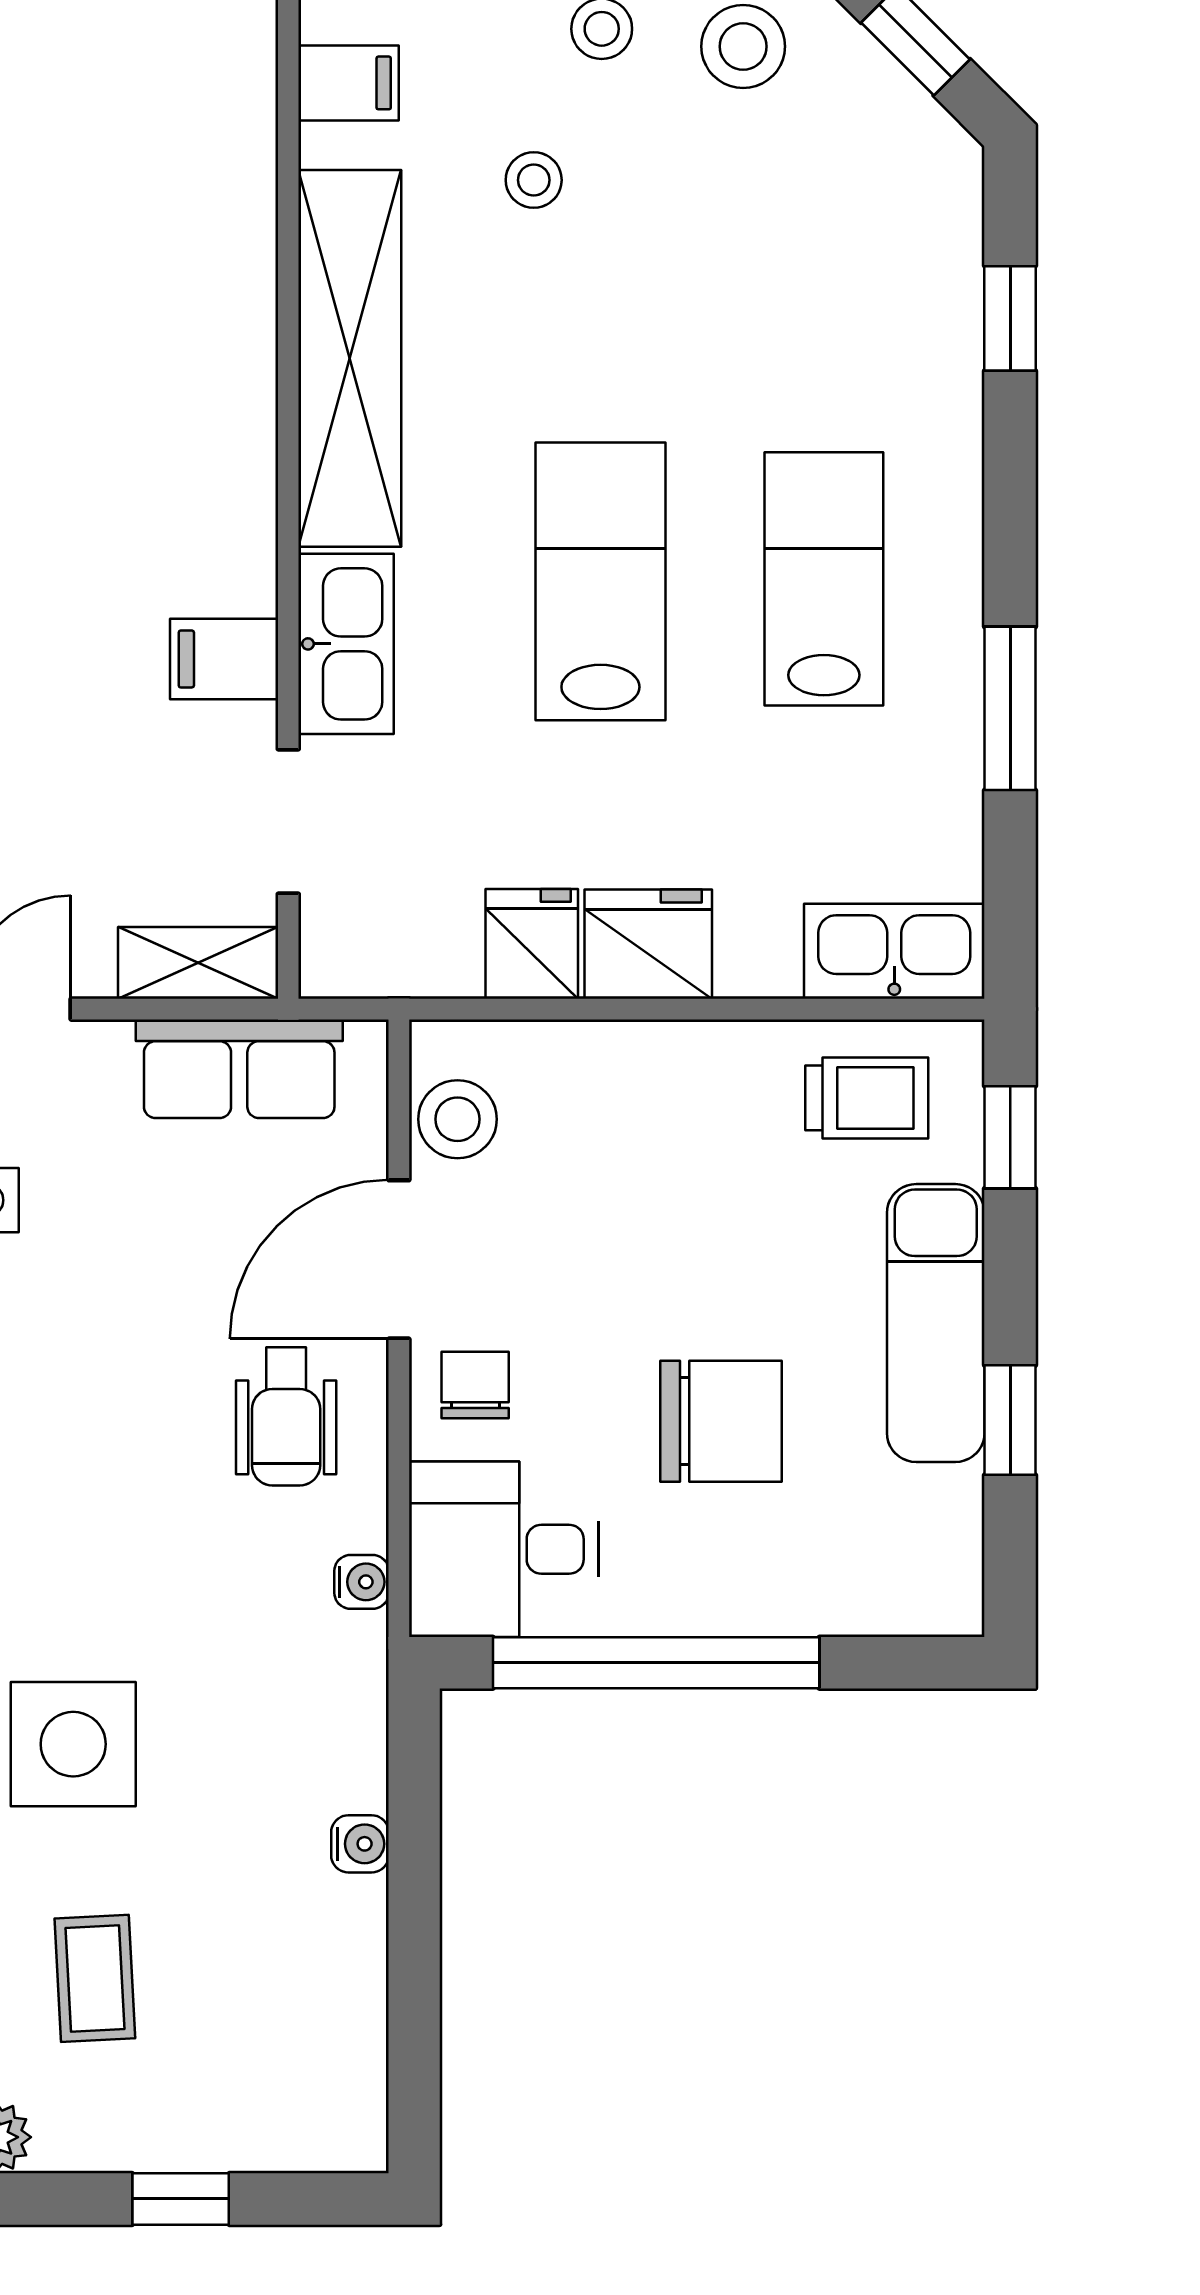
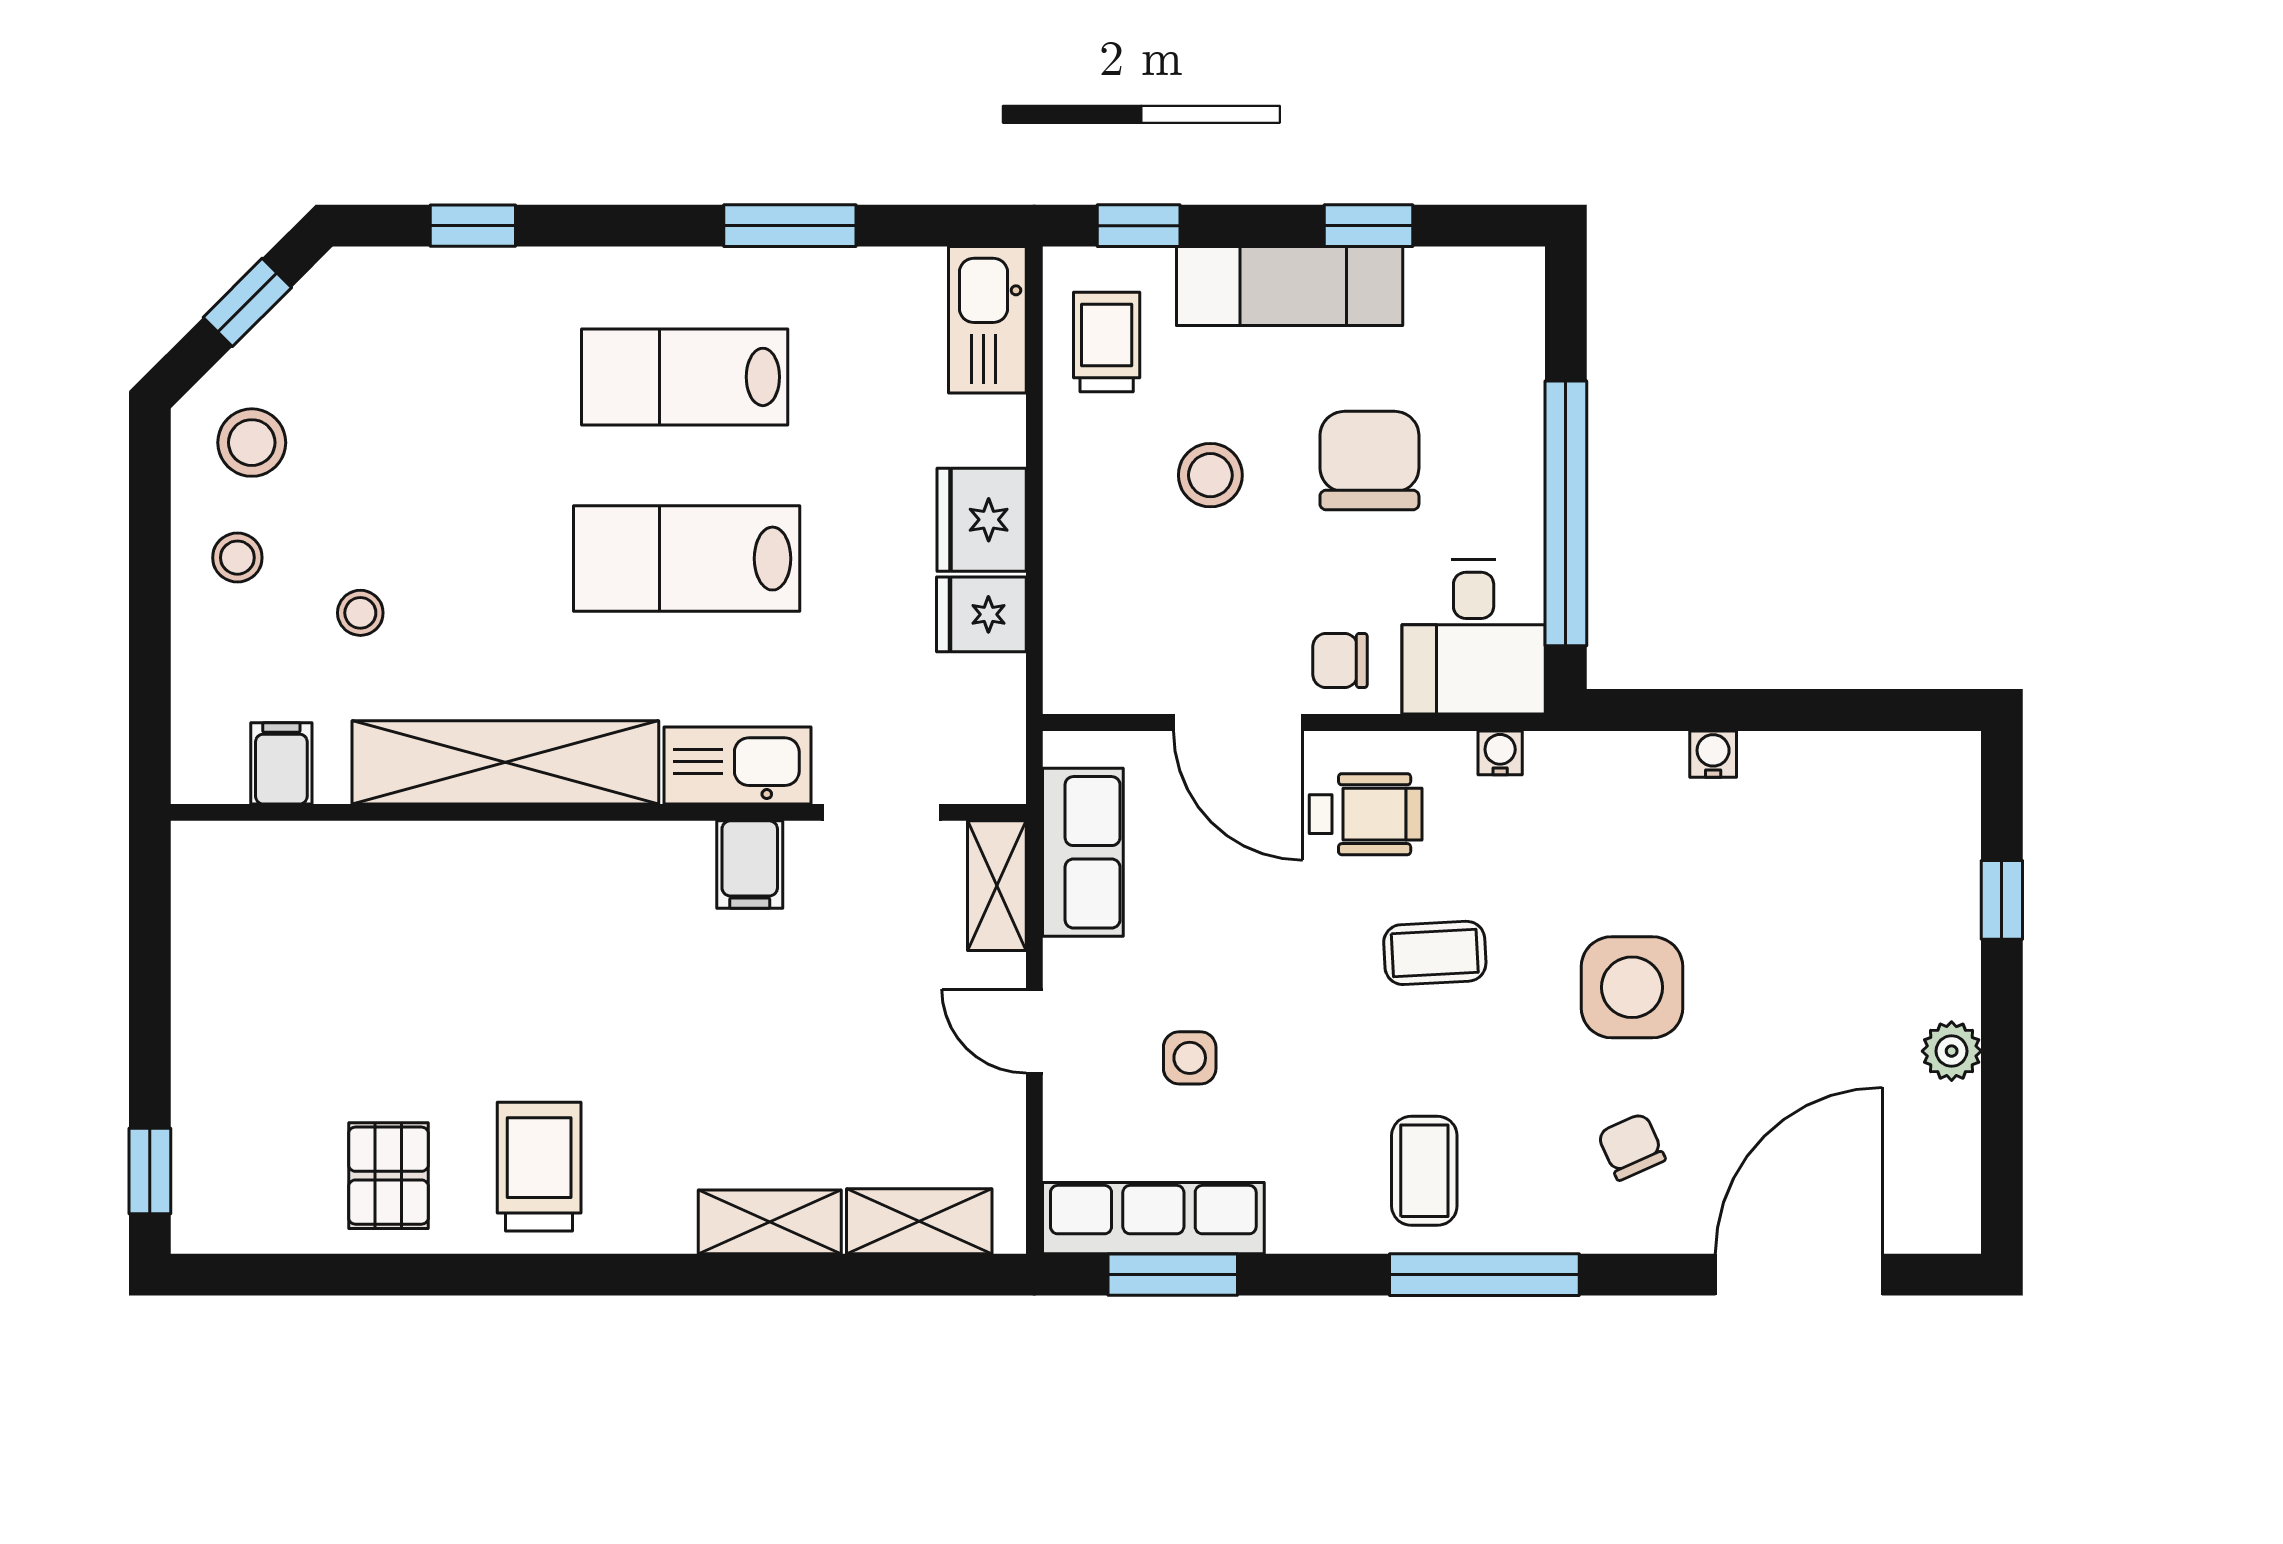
stool: (457, 1119) -> (1210, 475), moved
coffee table: (95, 1978) -> (1435, 953), moved

